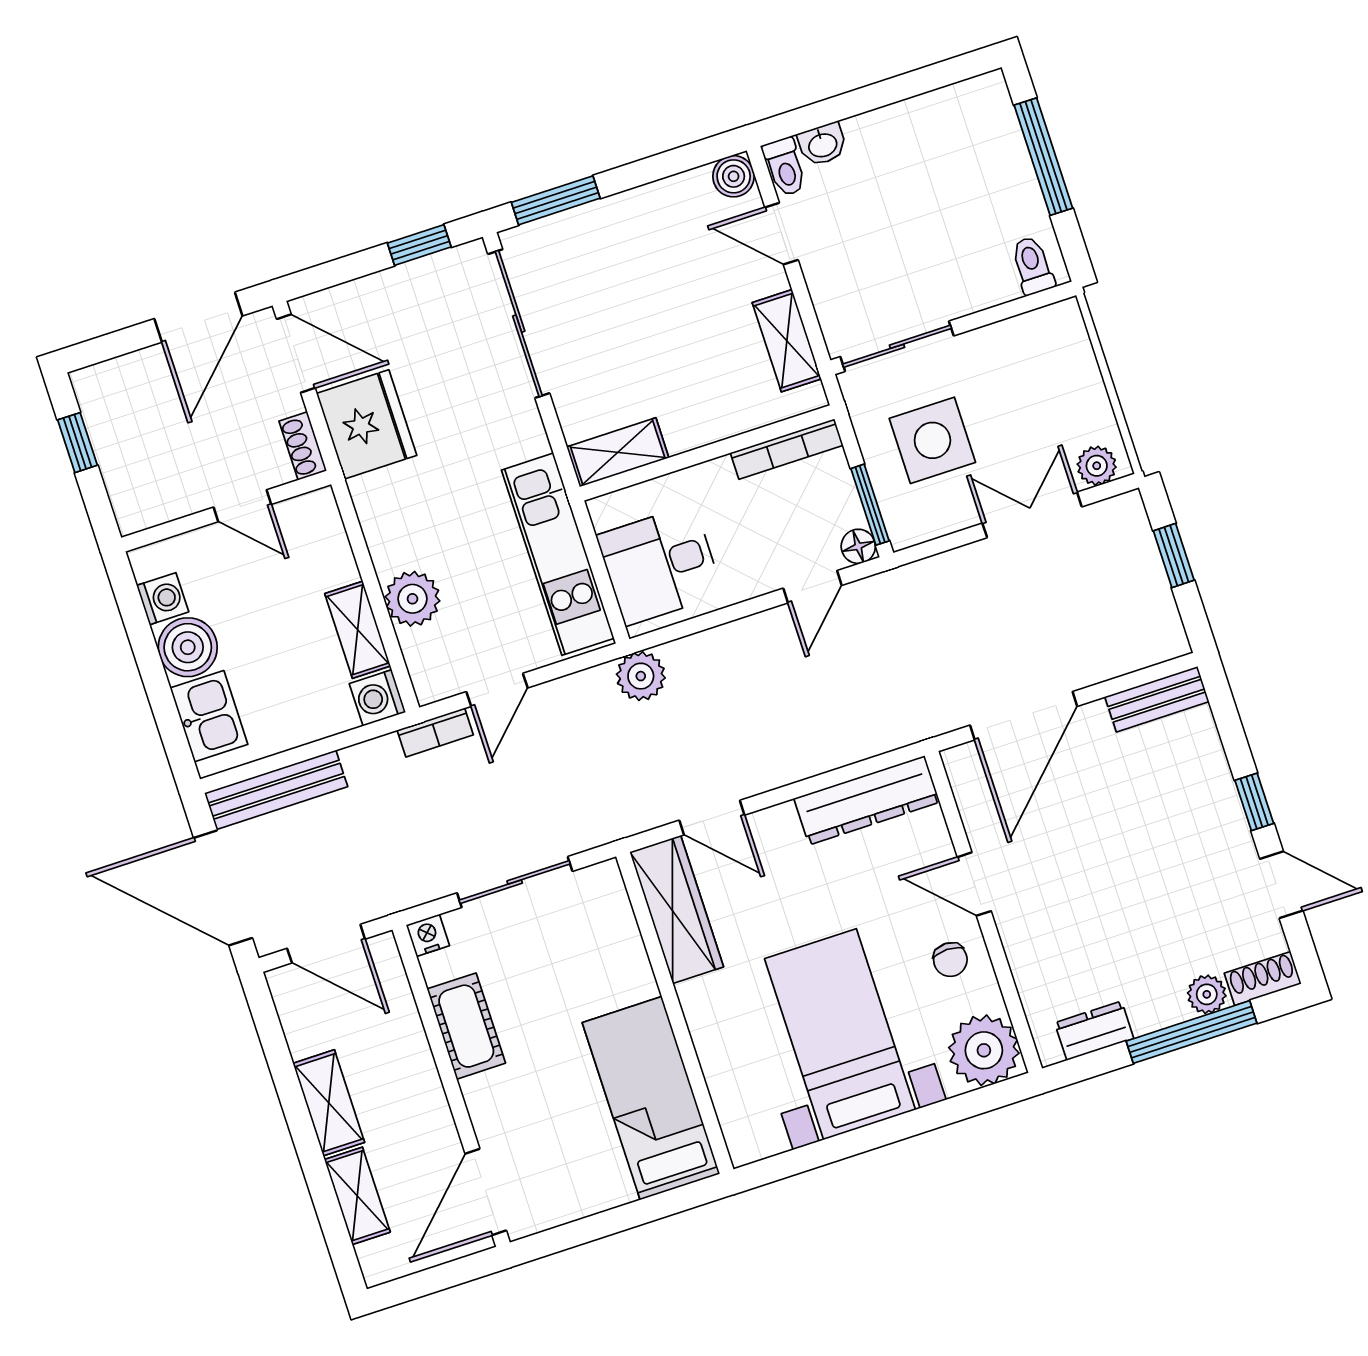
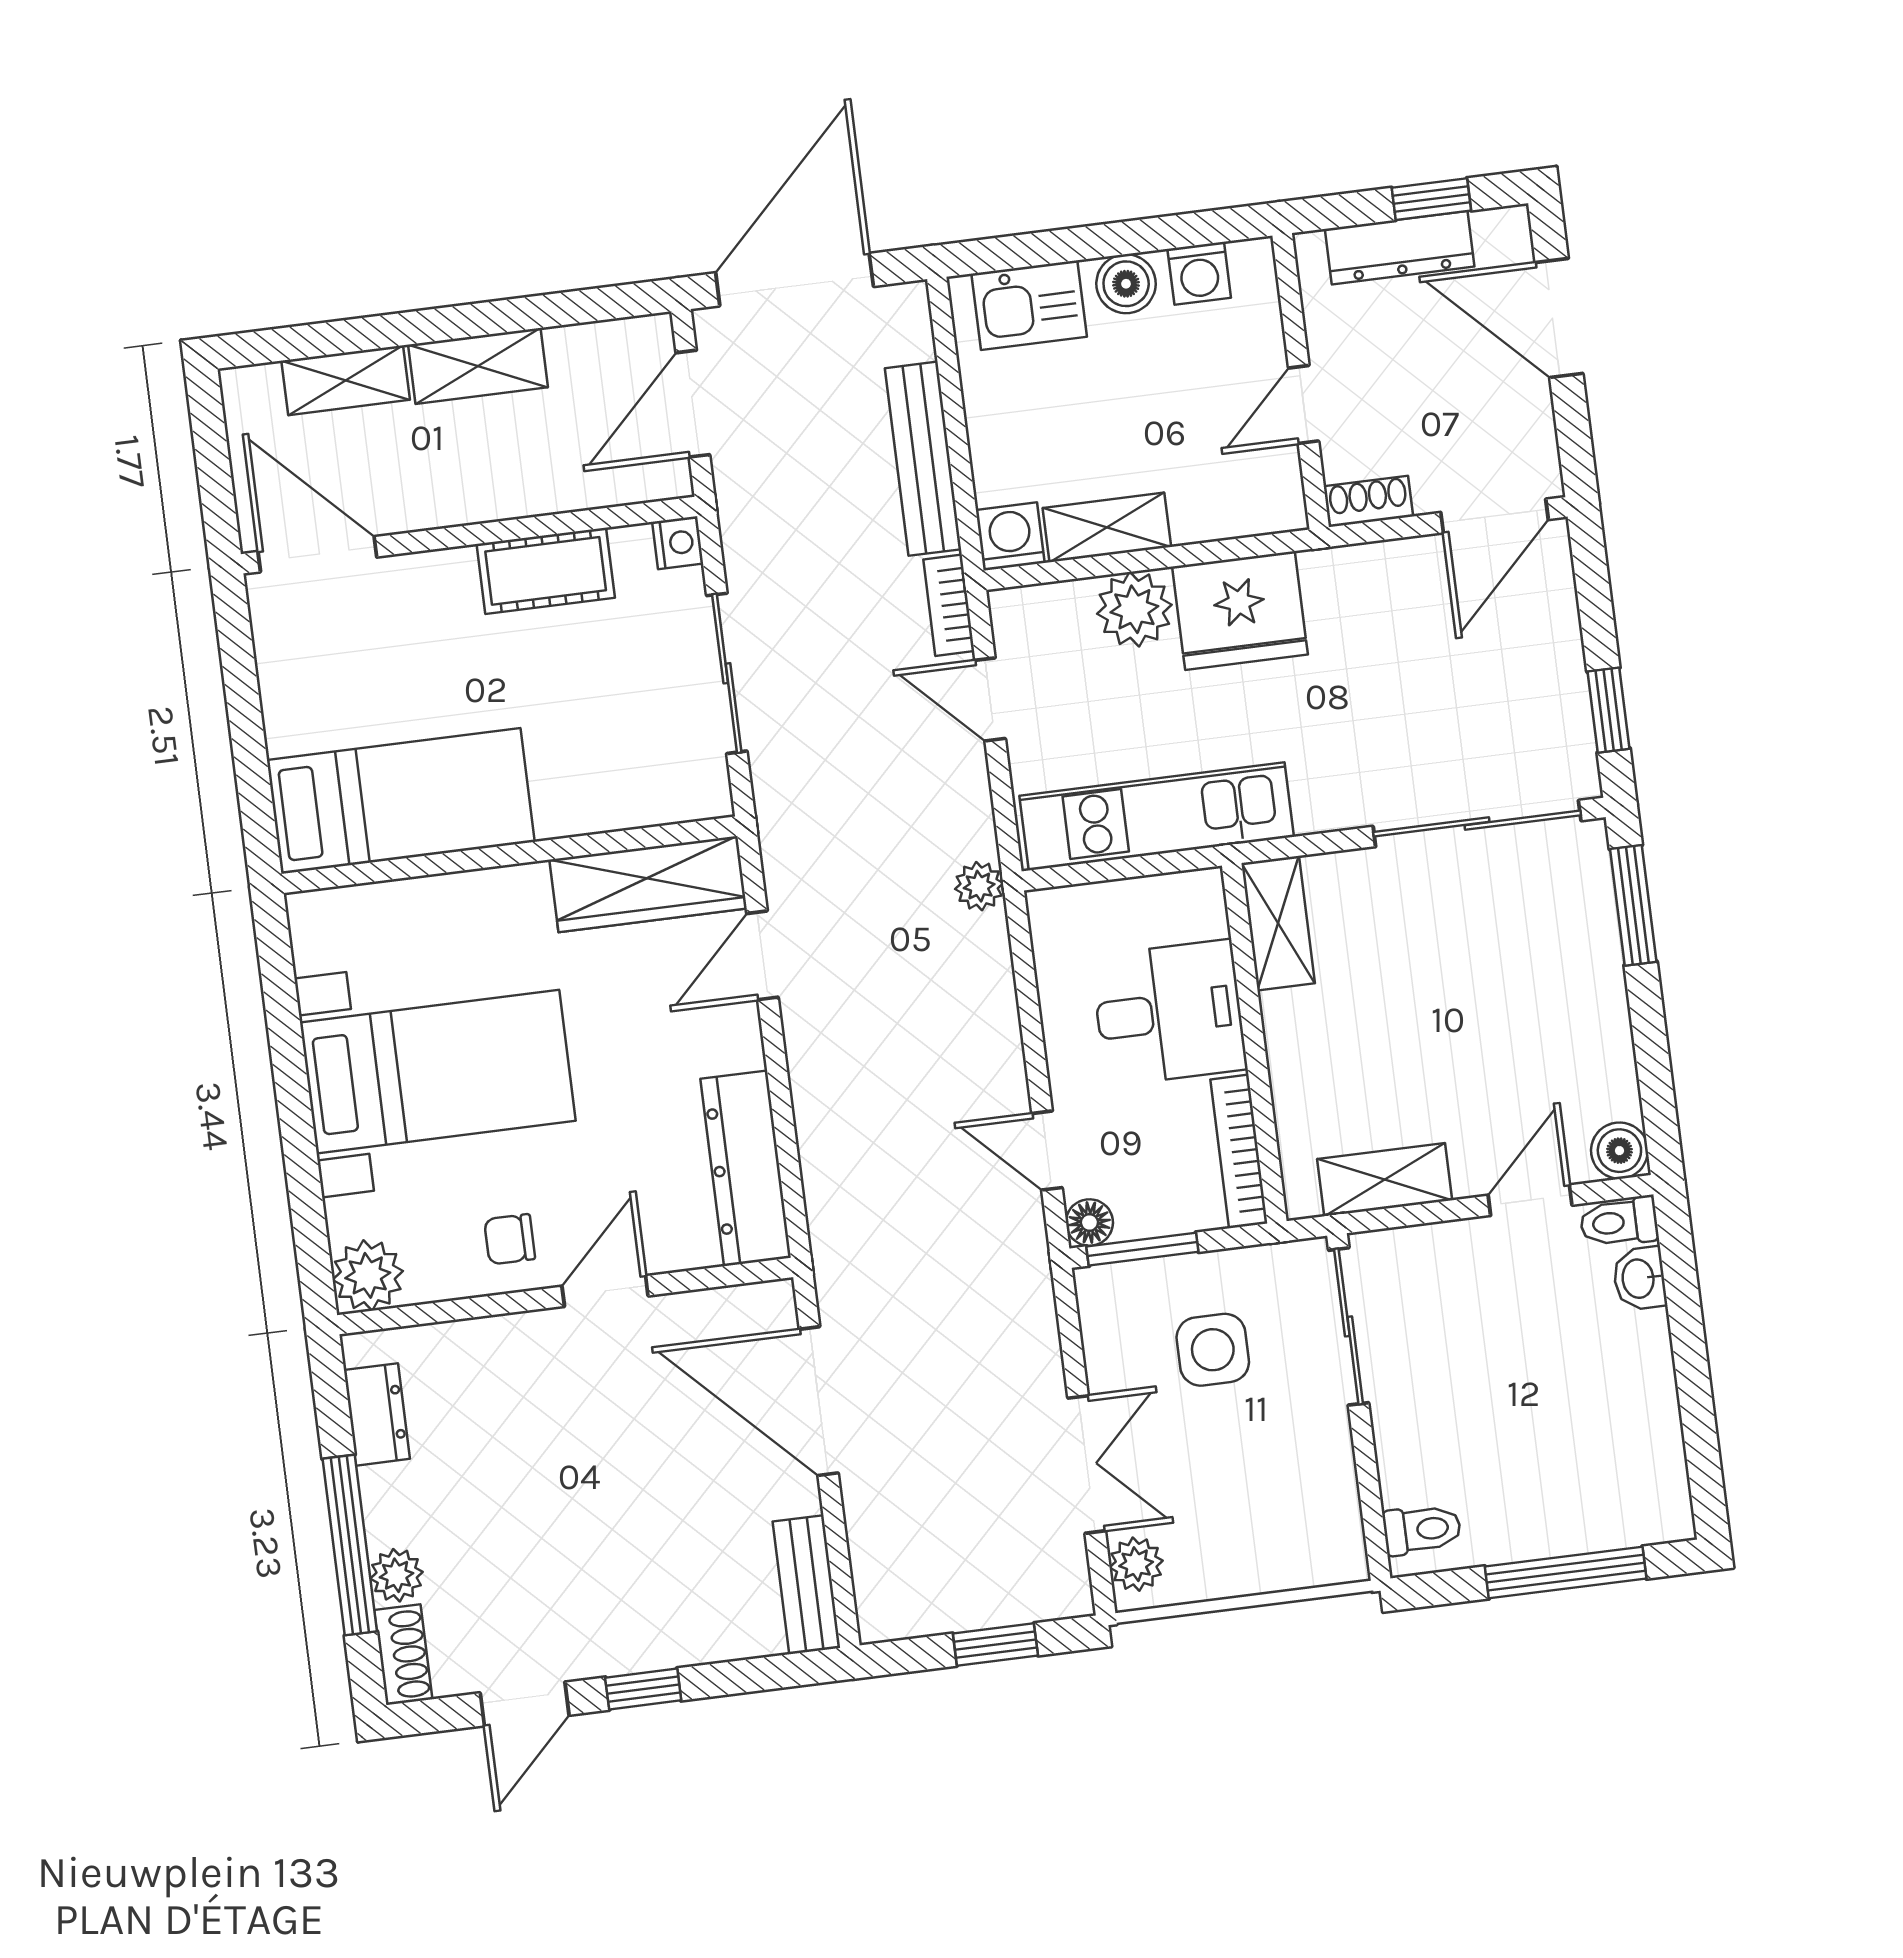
door: (198, 317) -> (1559, 318), moved
fridge: (367, 424) -> (1240, 611), moved
side table: (932, 440) -> (1213, 1350), width x0.73, depth x0.73
dresser: (117, 459) -> (1400, 248), added
desk: (660, 565) -> (1169, 1013), moved, turned 90
boiler: (188, 647) -> (1126, 284), width x0.73, depth x0.73
plant: (641, 676) -> (979, 886), width x0.73, depth x0.73
bench: (276, 790) -> (923, 459), moved
plant: (984, 1050) -> (368, 1275), width x0.73, depth x0.73

